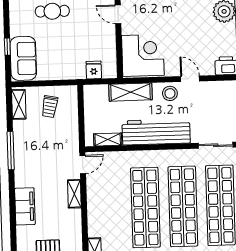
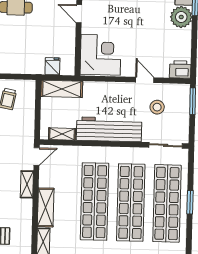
shelving: (131, 92) -> (62, 89), moved
stool: (170, 93) -> (157, 107), moved
shelving: (95, 217) -> (46, 207), added

